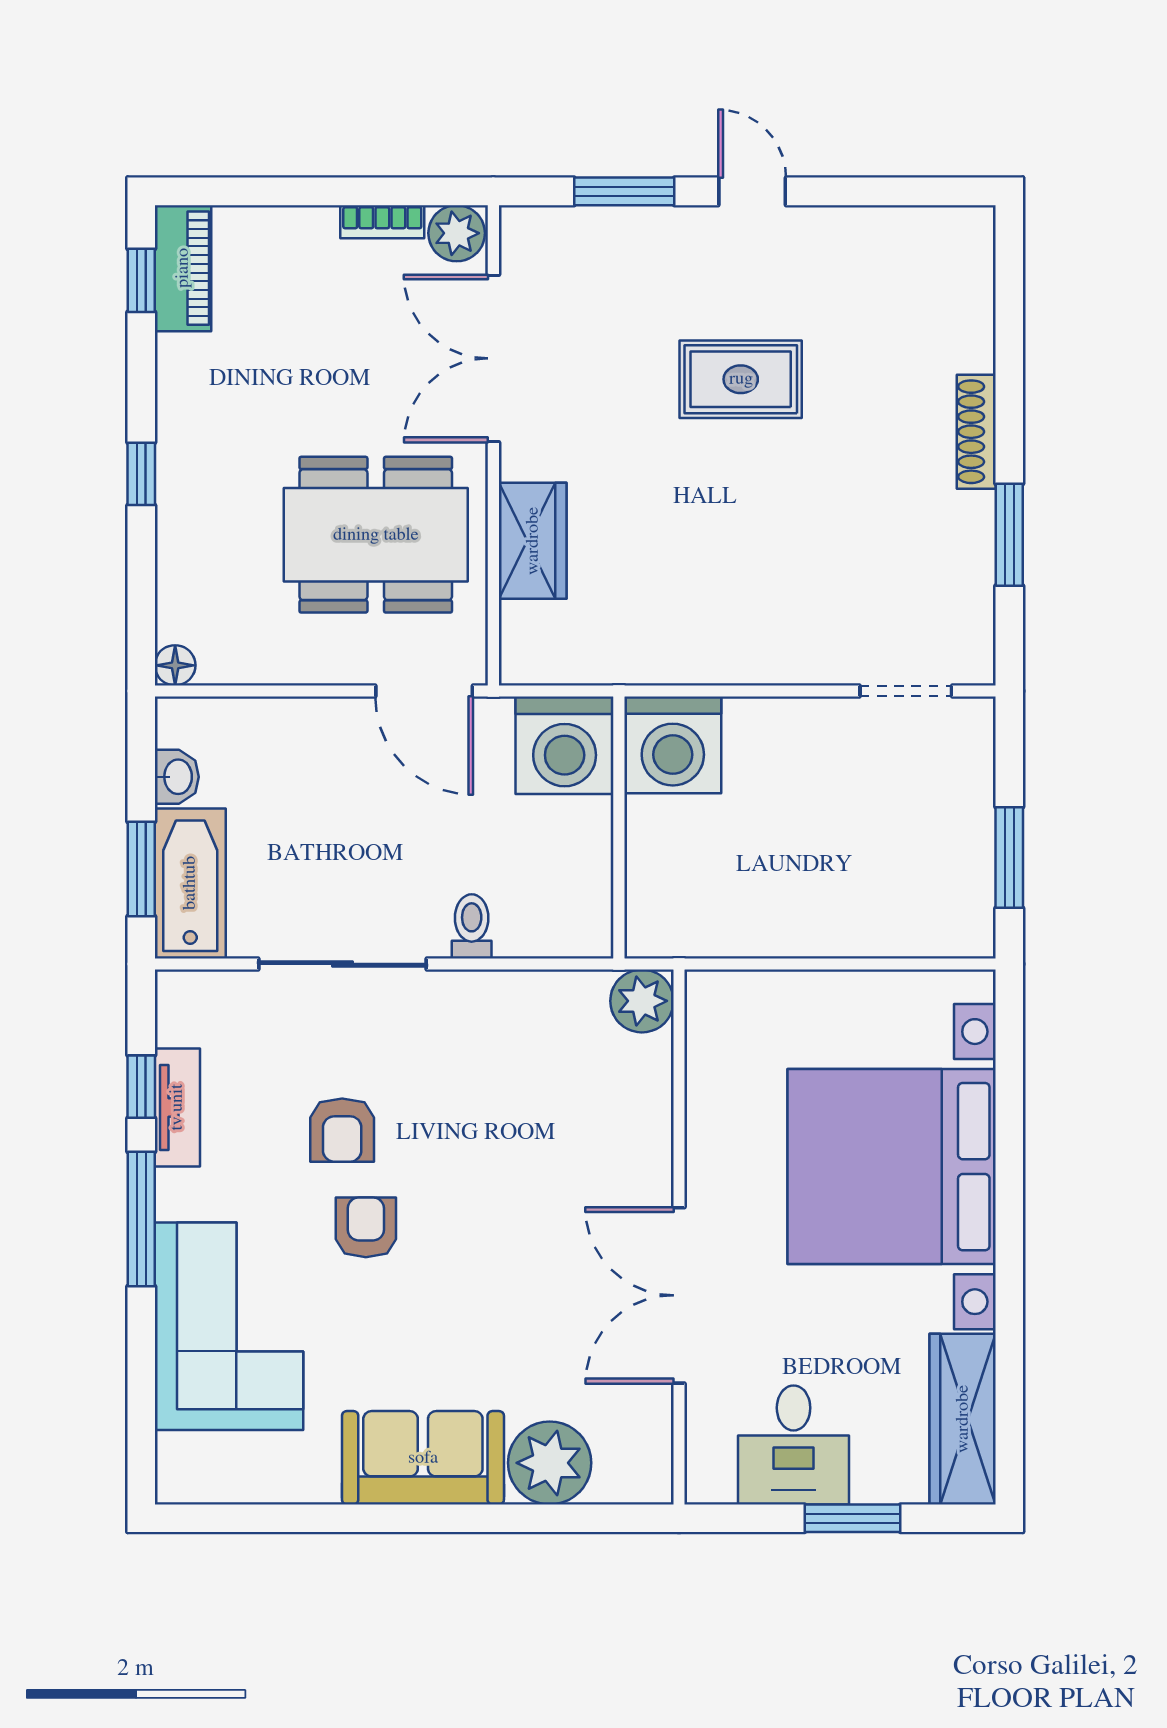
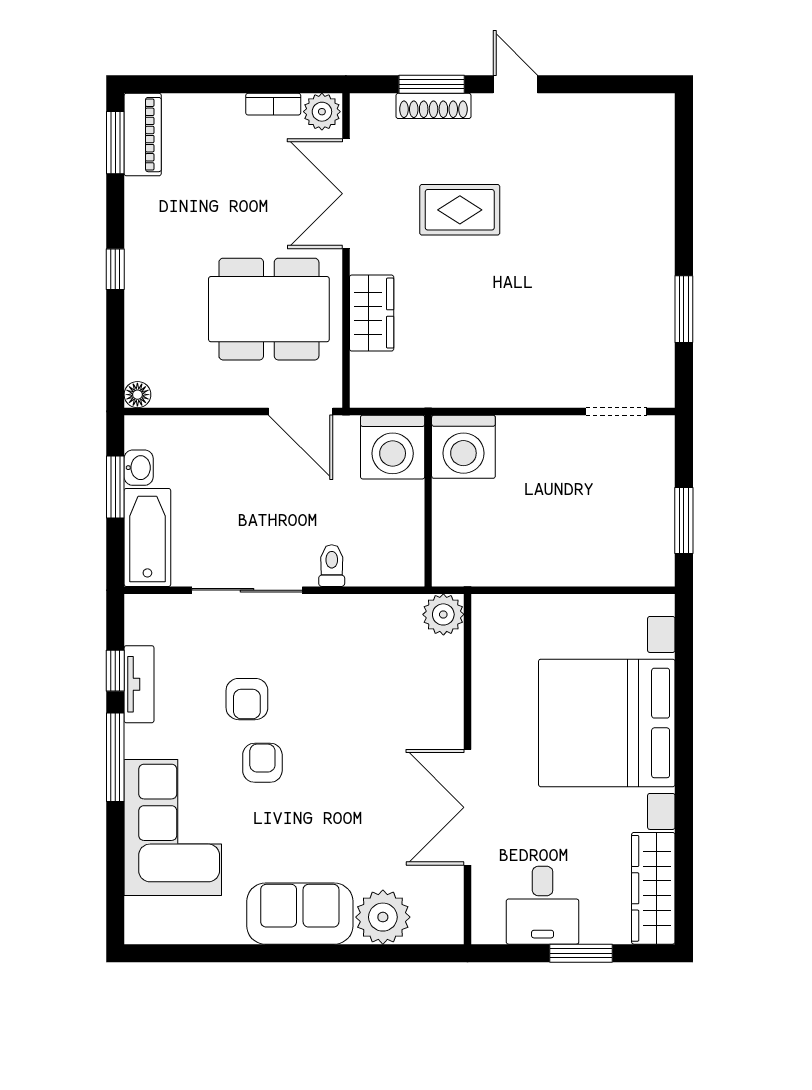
window: (141, 280) -> (115, 143), width x1.50
rug: (741, 379) -> (460, 210), moved
shoe rack: (976, 432) -> (434, 106), moved, turned -90
window: (141, 869) -> (115, 487), moved

